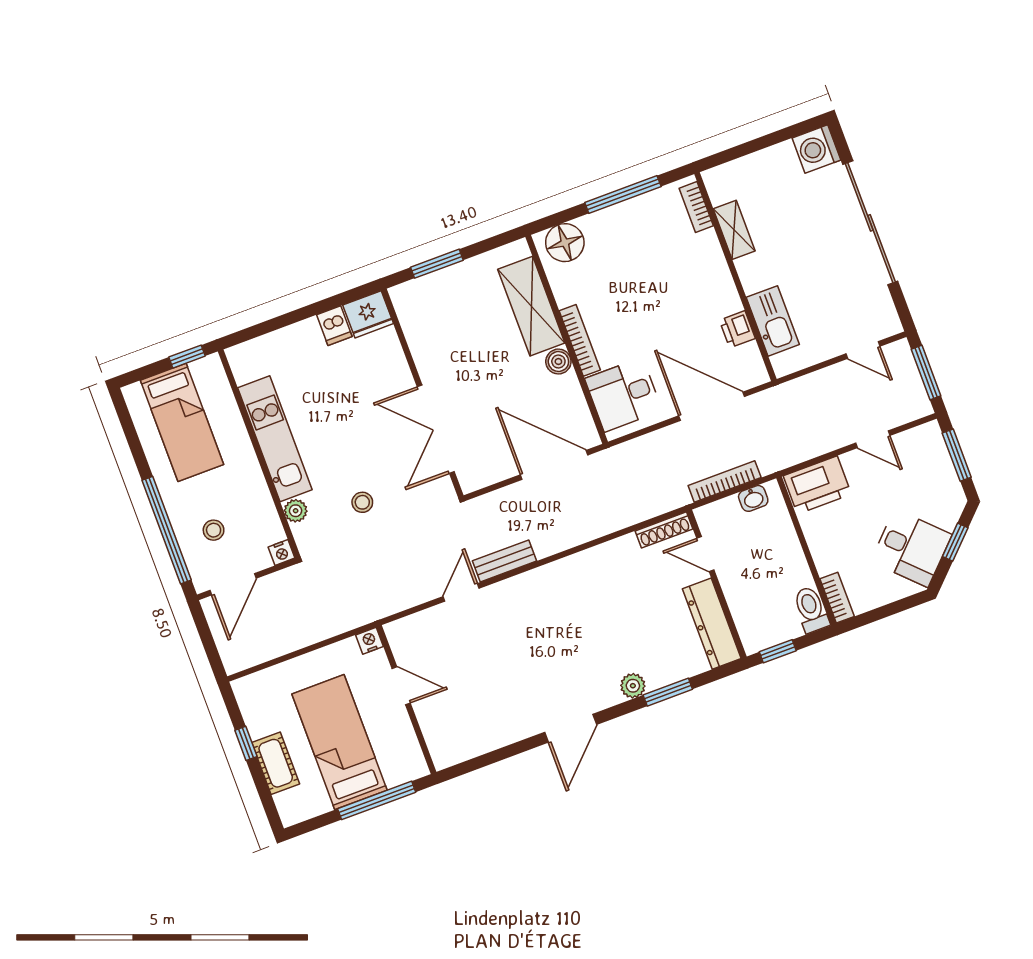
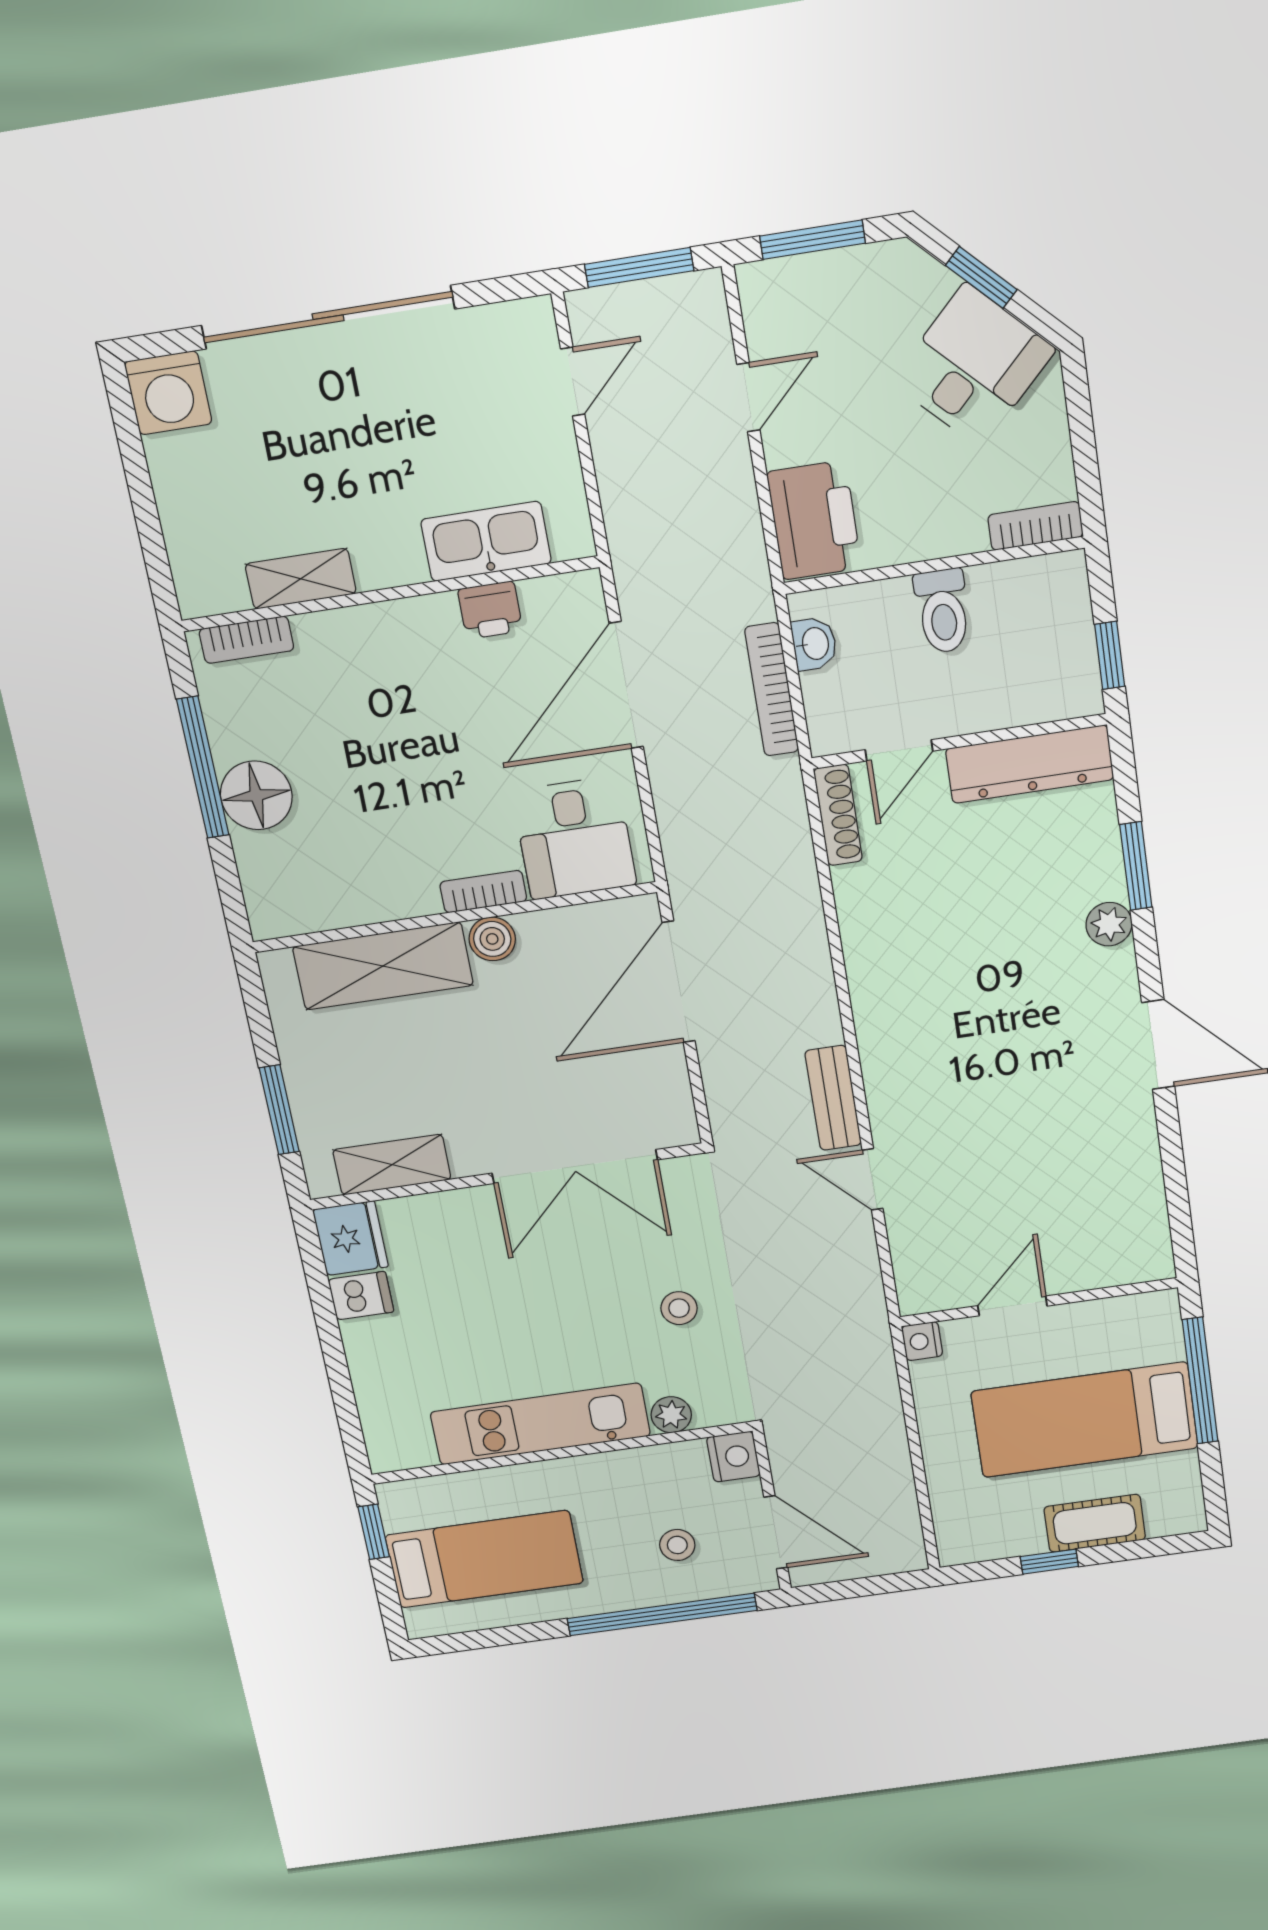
floor lamp: (565, 243) -> (256, 795), moved
shelving: (417, 330) -> (392, 1165), added
bookcase: (580, 340) -> (483, 892), width x0.64
nightstand: (281, 553) -> (733, 1457), width x1.39, depth x1.35
toilet: (811, 609) -> (943, 611), moved, turned -90

